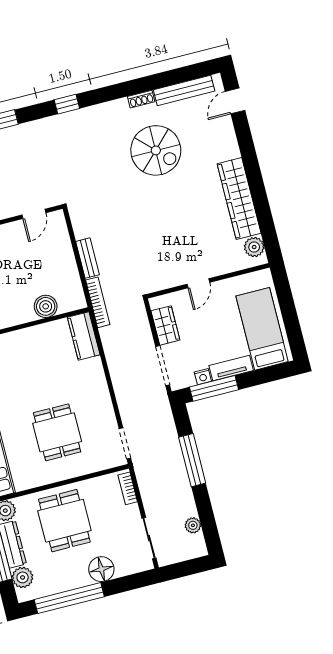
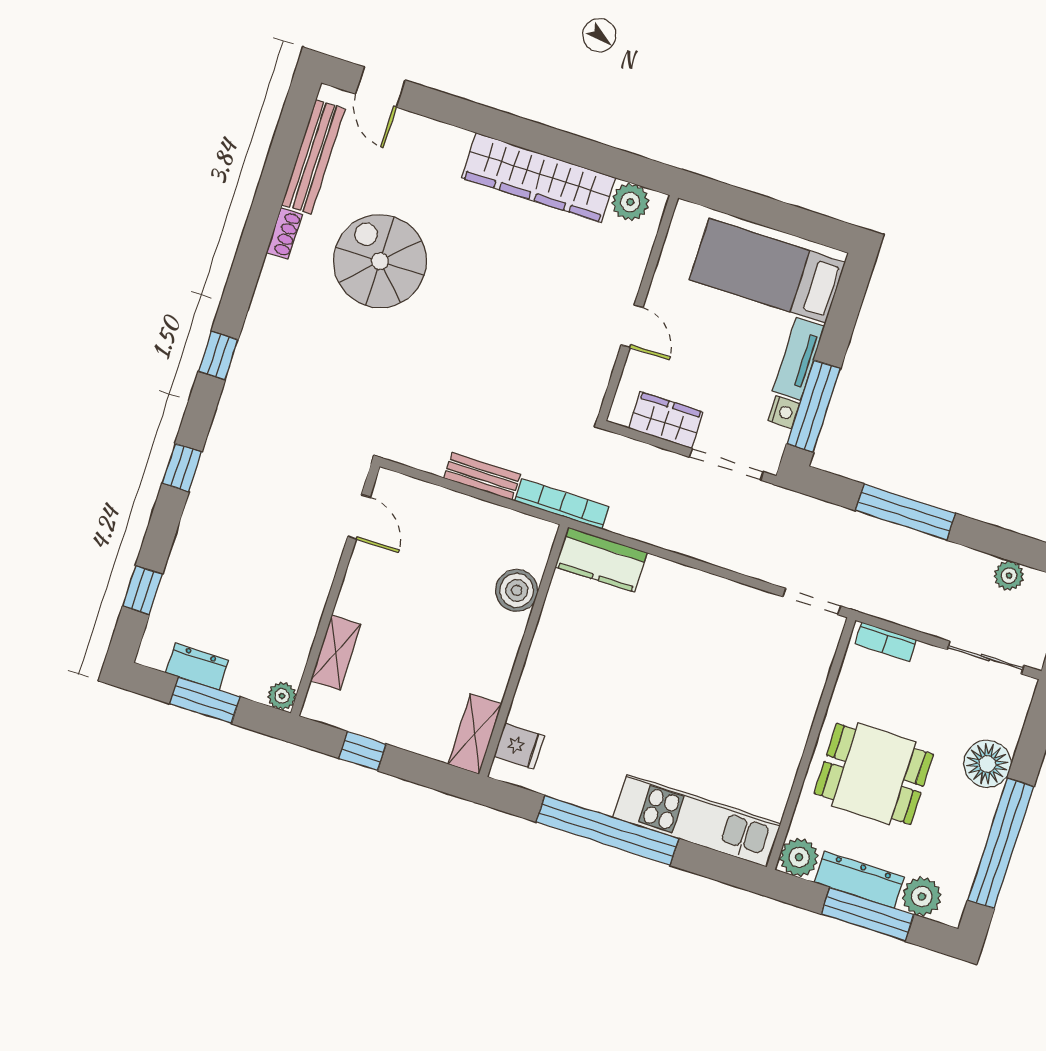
spiral stairs: (156, 150) -> (380, 261), turned -90
dining table: (57, 432) -> (727, 698), removed

